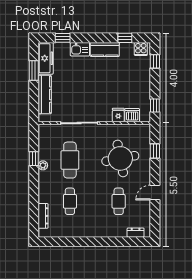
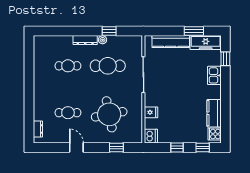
window: (125, 38) -> (225, 119), removed
kitchen counter: (105, 49) -> (214, 113), moved
window: (155, 106) -> (177, 147), moved
dishwasher: (132, 115) -> (151, 136), moved
dresser: (43, 216) -> (85, 40), moved

